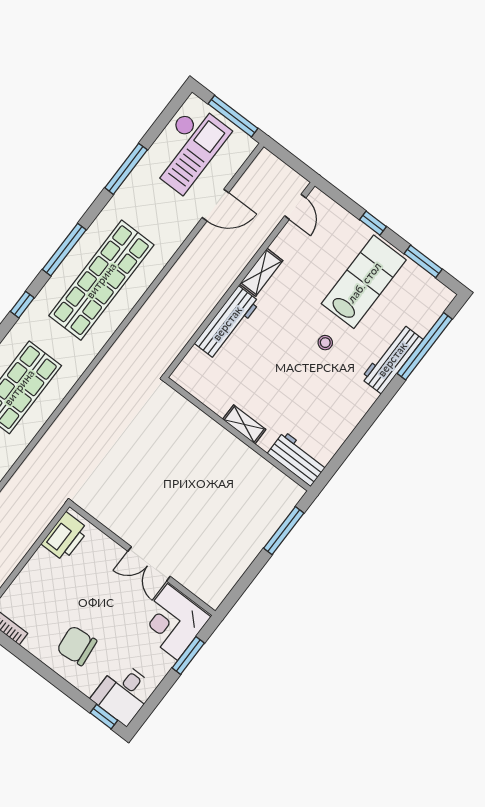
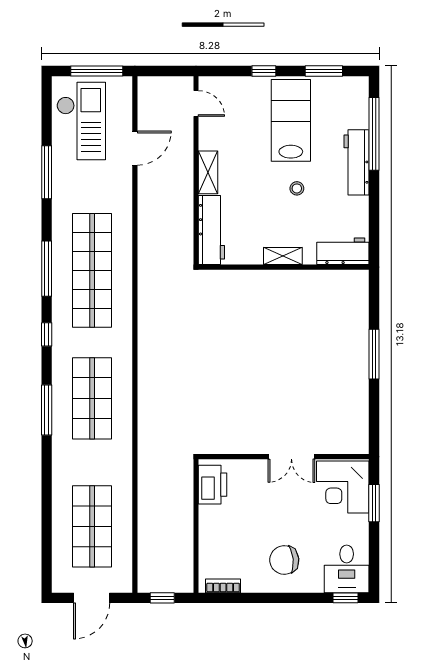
shelving: (244, 424) -> (283, 256), moved
wall: (238, 434) -> (284, 267), moved
workbench: (297, 459) -> (343, 251), moved

